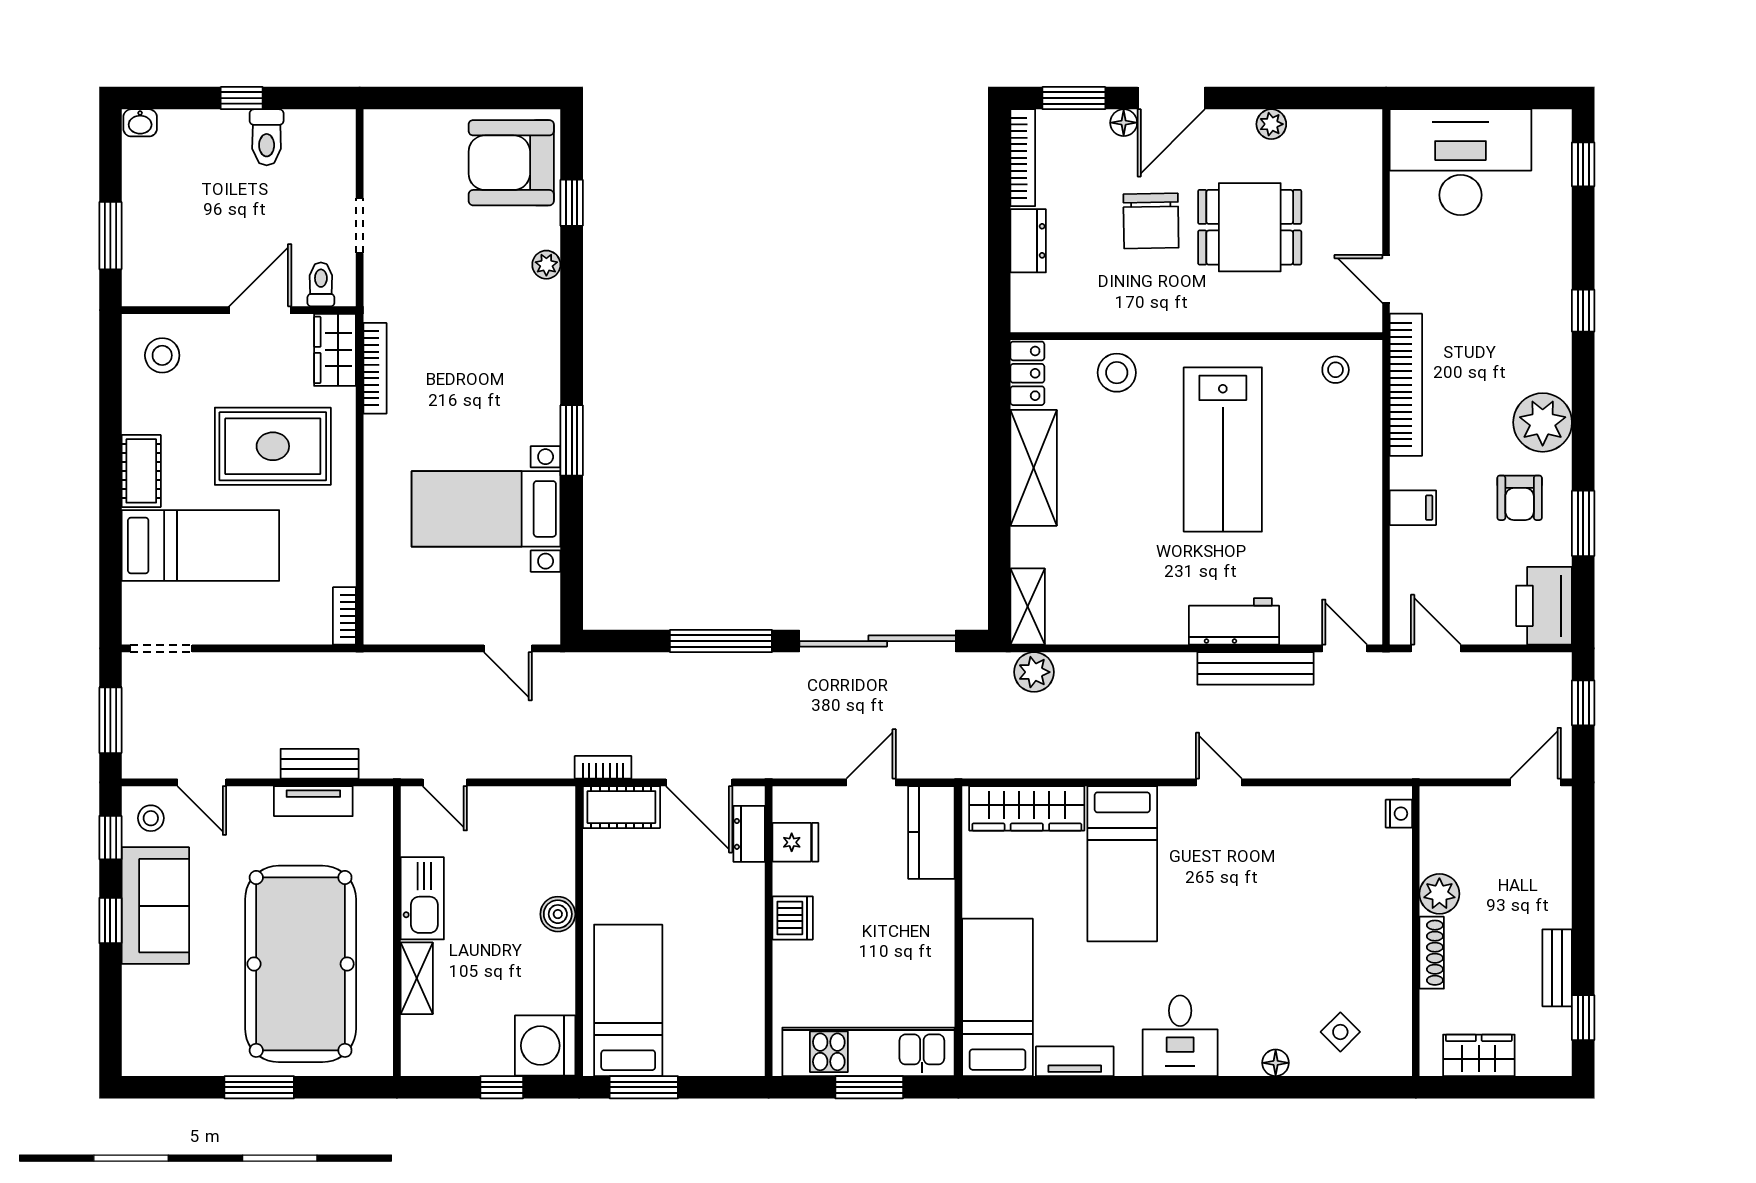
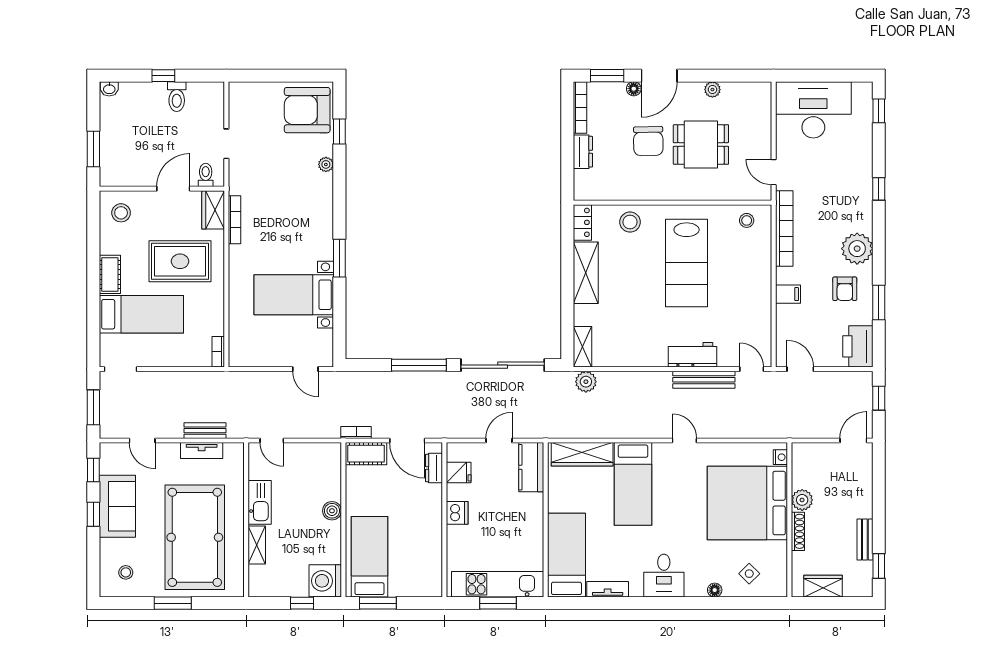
stool: (151, 818) -> (126, 572), moved
bed: (1337, 900) -> (747, 503), added

